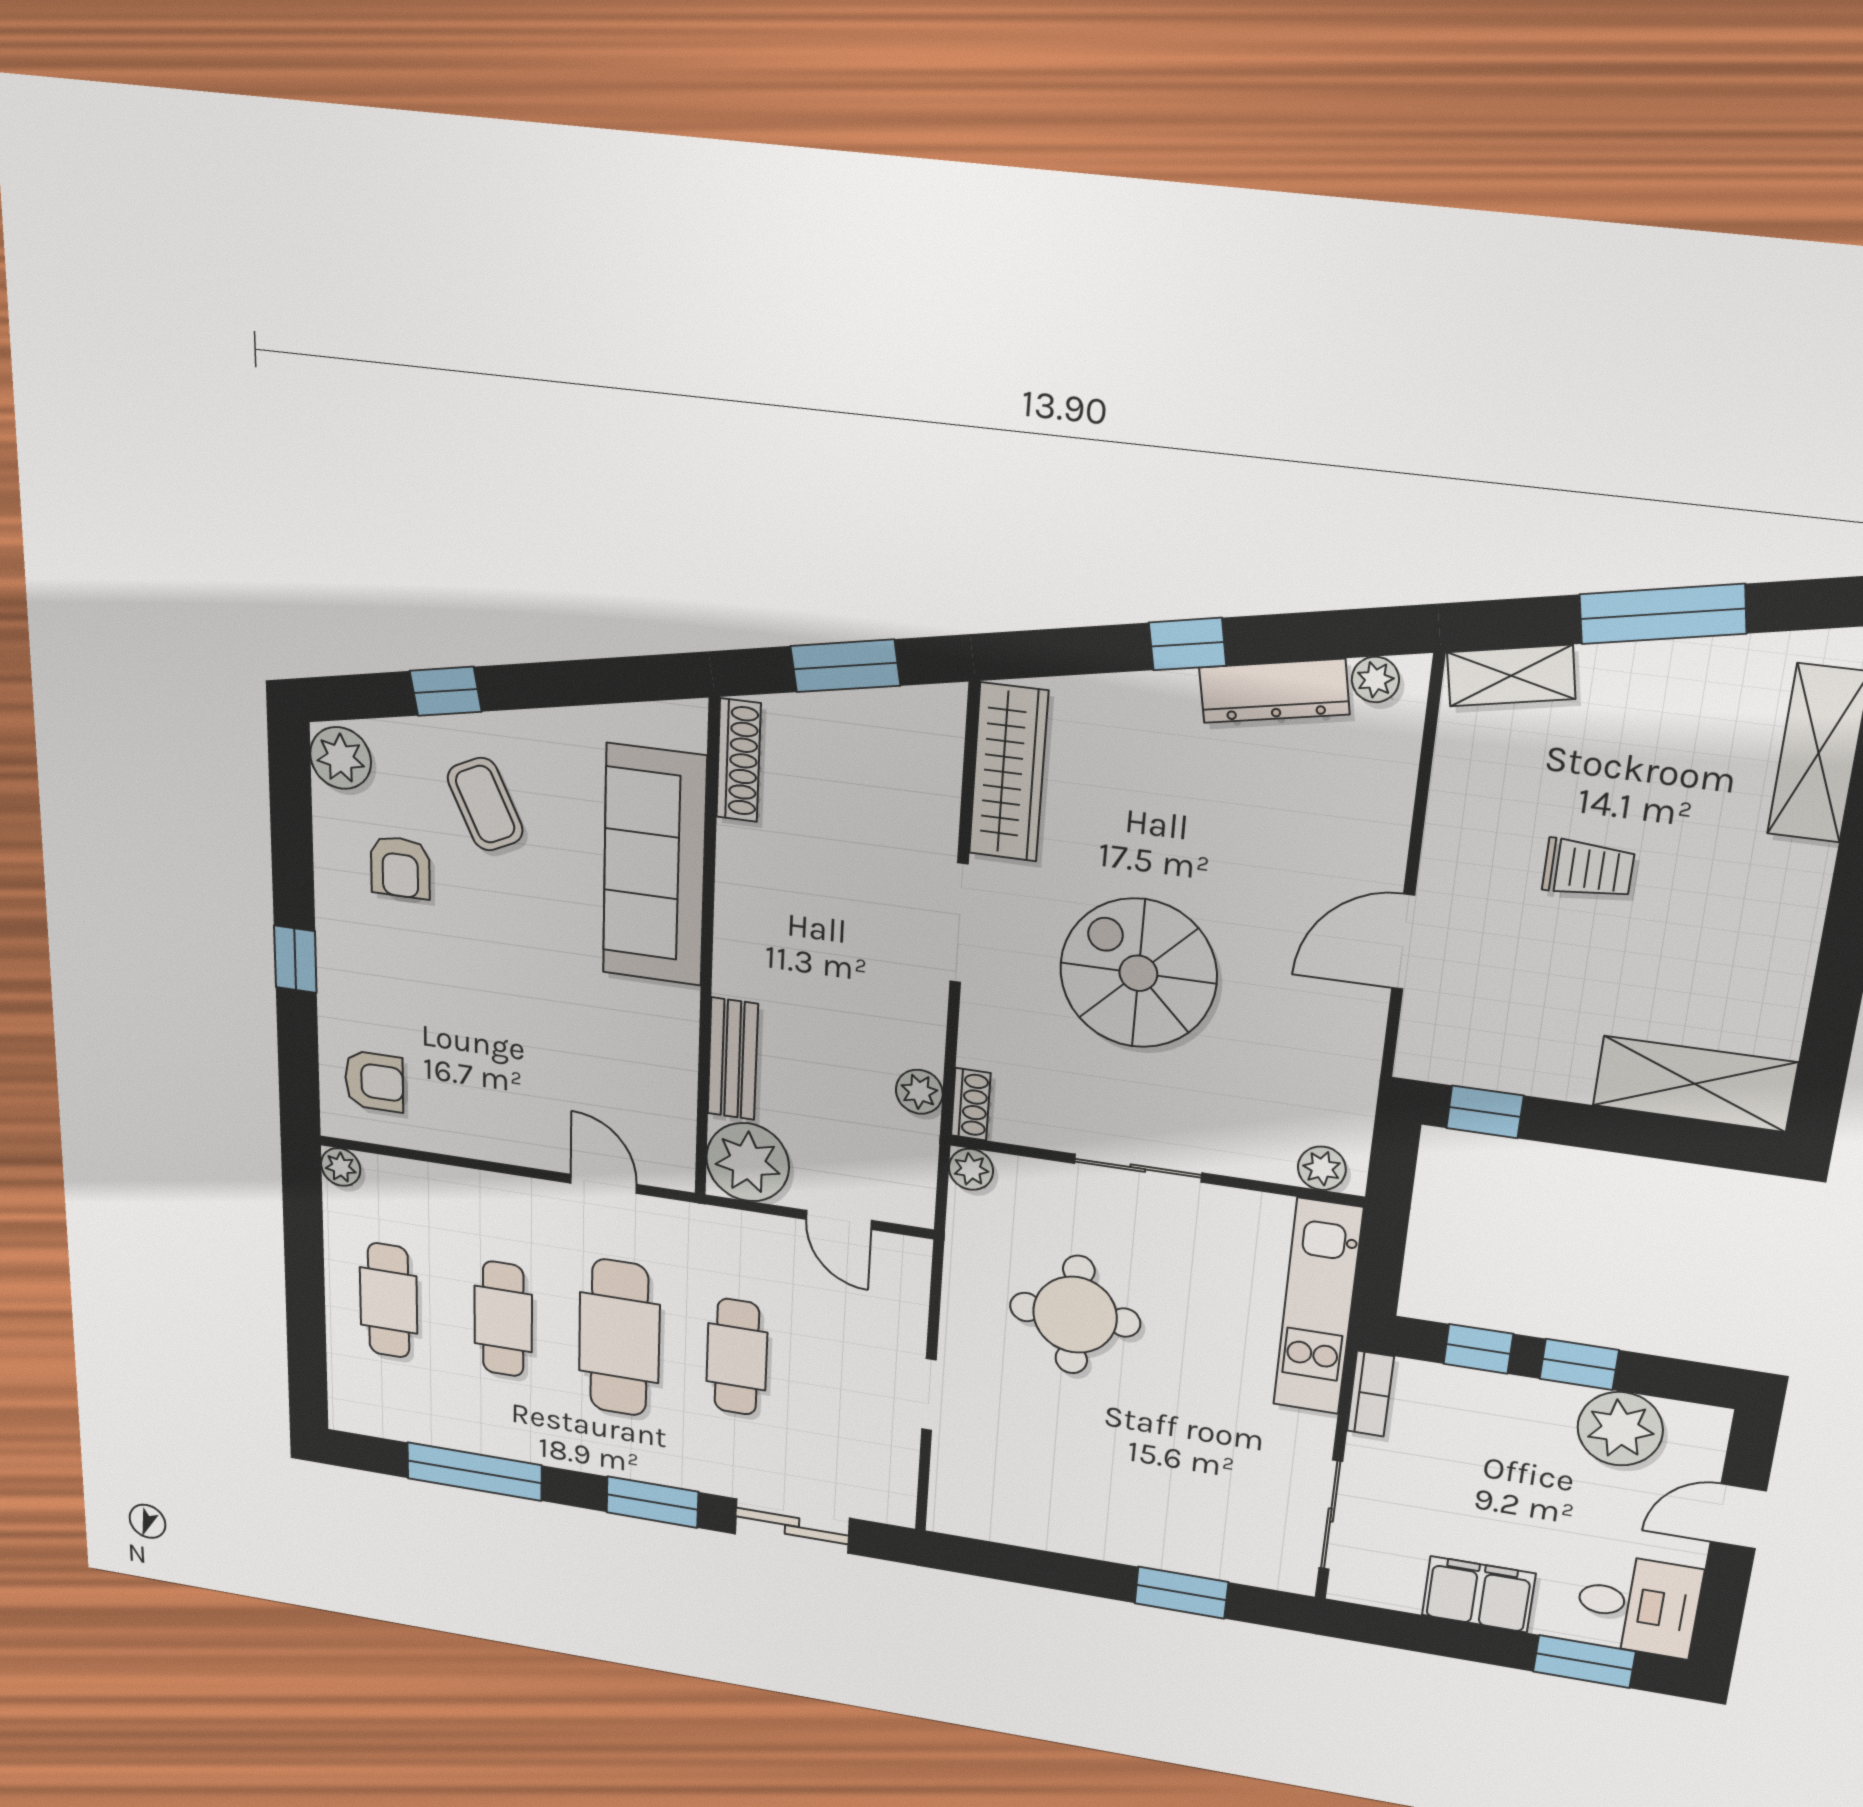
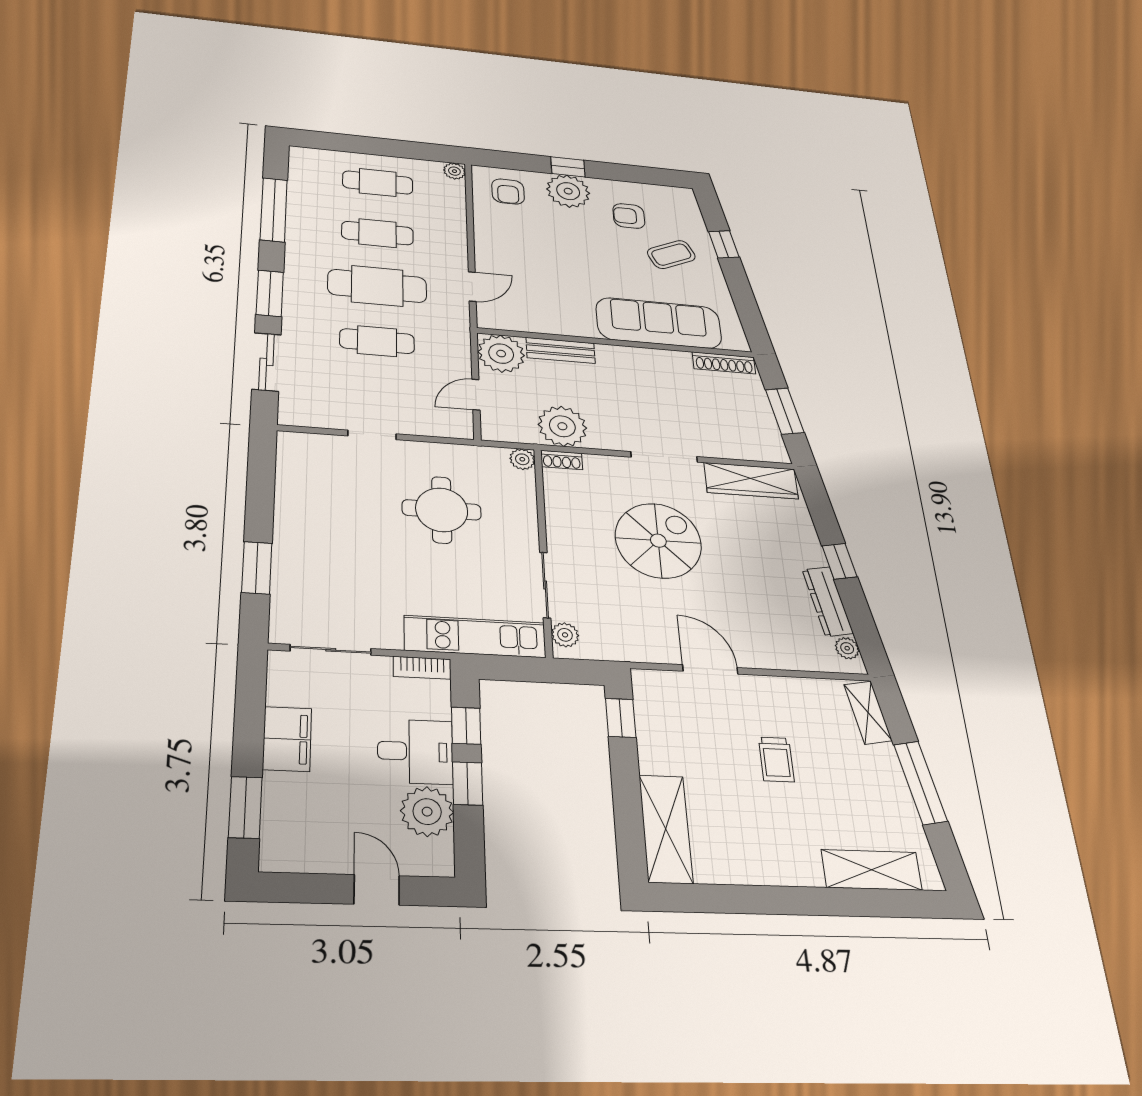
plant: (341, 758) -> (568, 191), moved, width x1.36, depth x1.36
plant: (919, 1092) -> (562, 426), width x1.87, depth x1.87
sliding door: (1138, 1168) -> (545, 585), moved
desk: (1638, 1605) -> (415, 751), moved, turned -90

